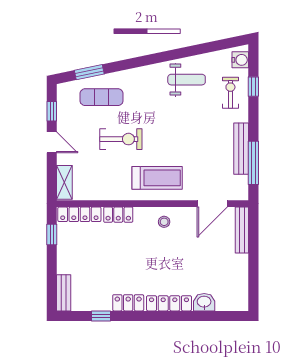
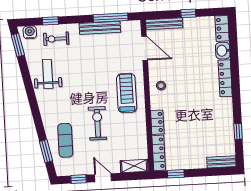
window: (225, 44) -> (18, 45), added
door: (52, 142) -> (103, 178), hinge flipped
window: (253, 261) -> (188, 13), added
locker: (128, 303) -> (222, 28), moved

